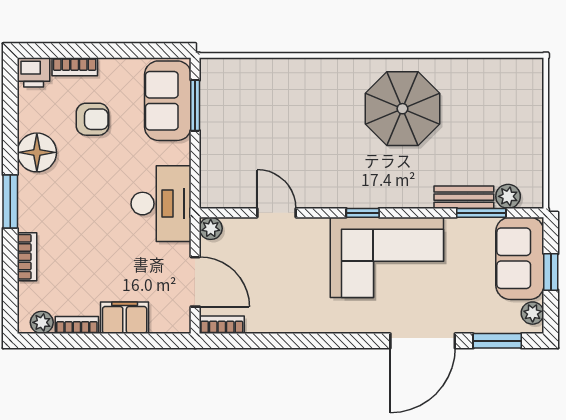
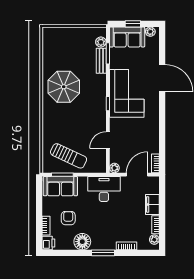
sun lounger: (239, 120) -> (69, 156), added
window: (497, 341) -> (162, 47), removed

